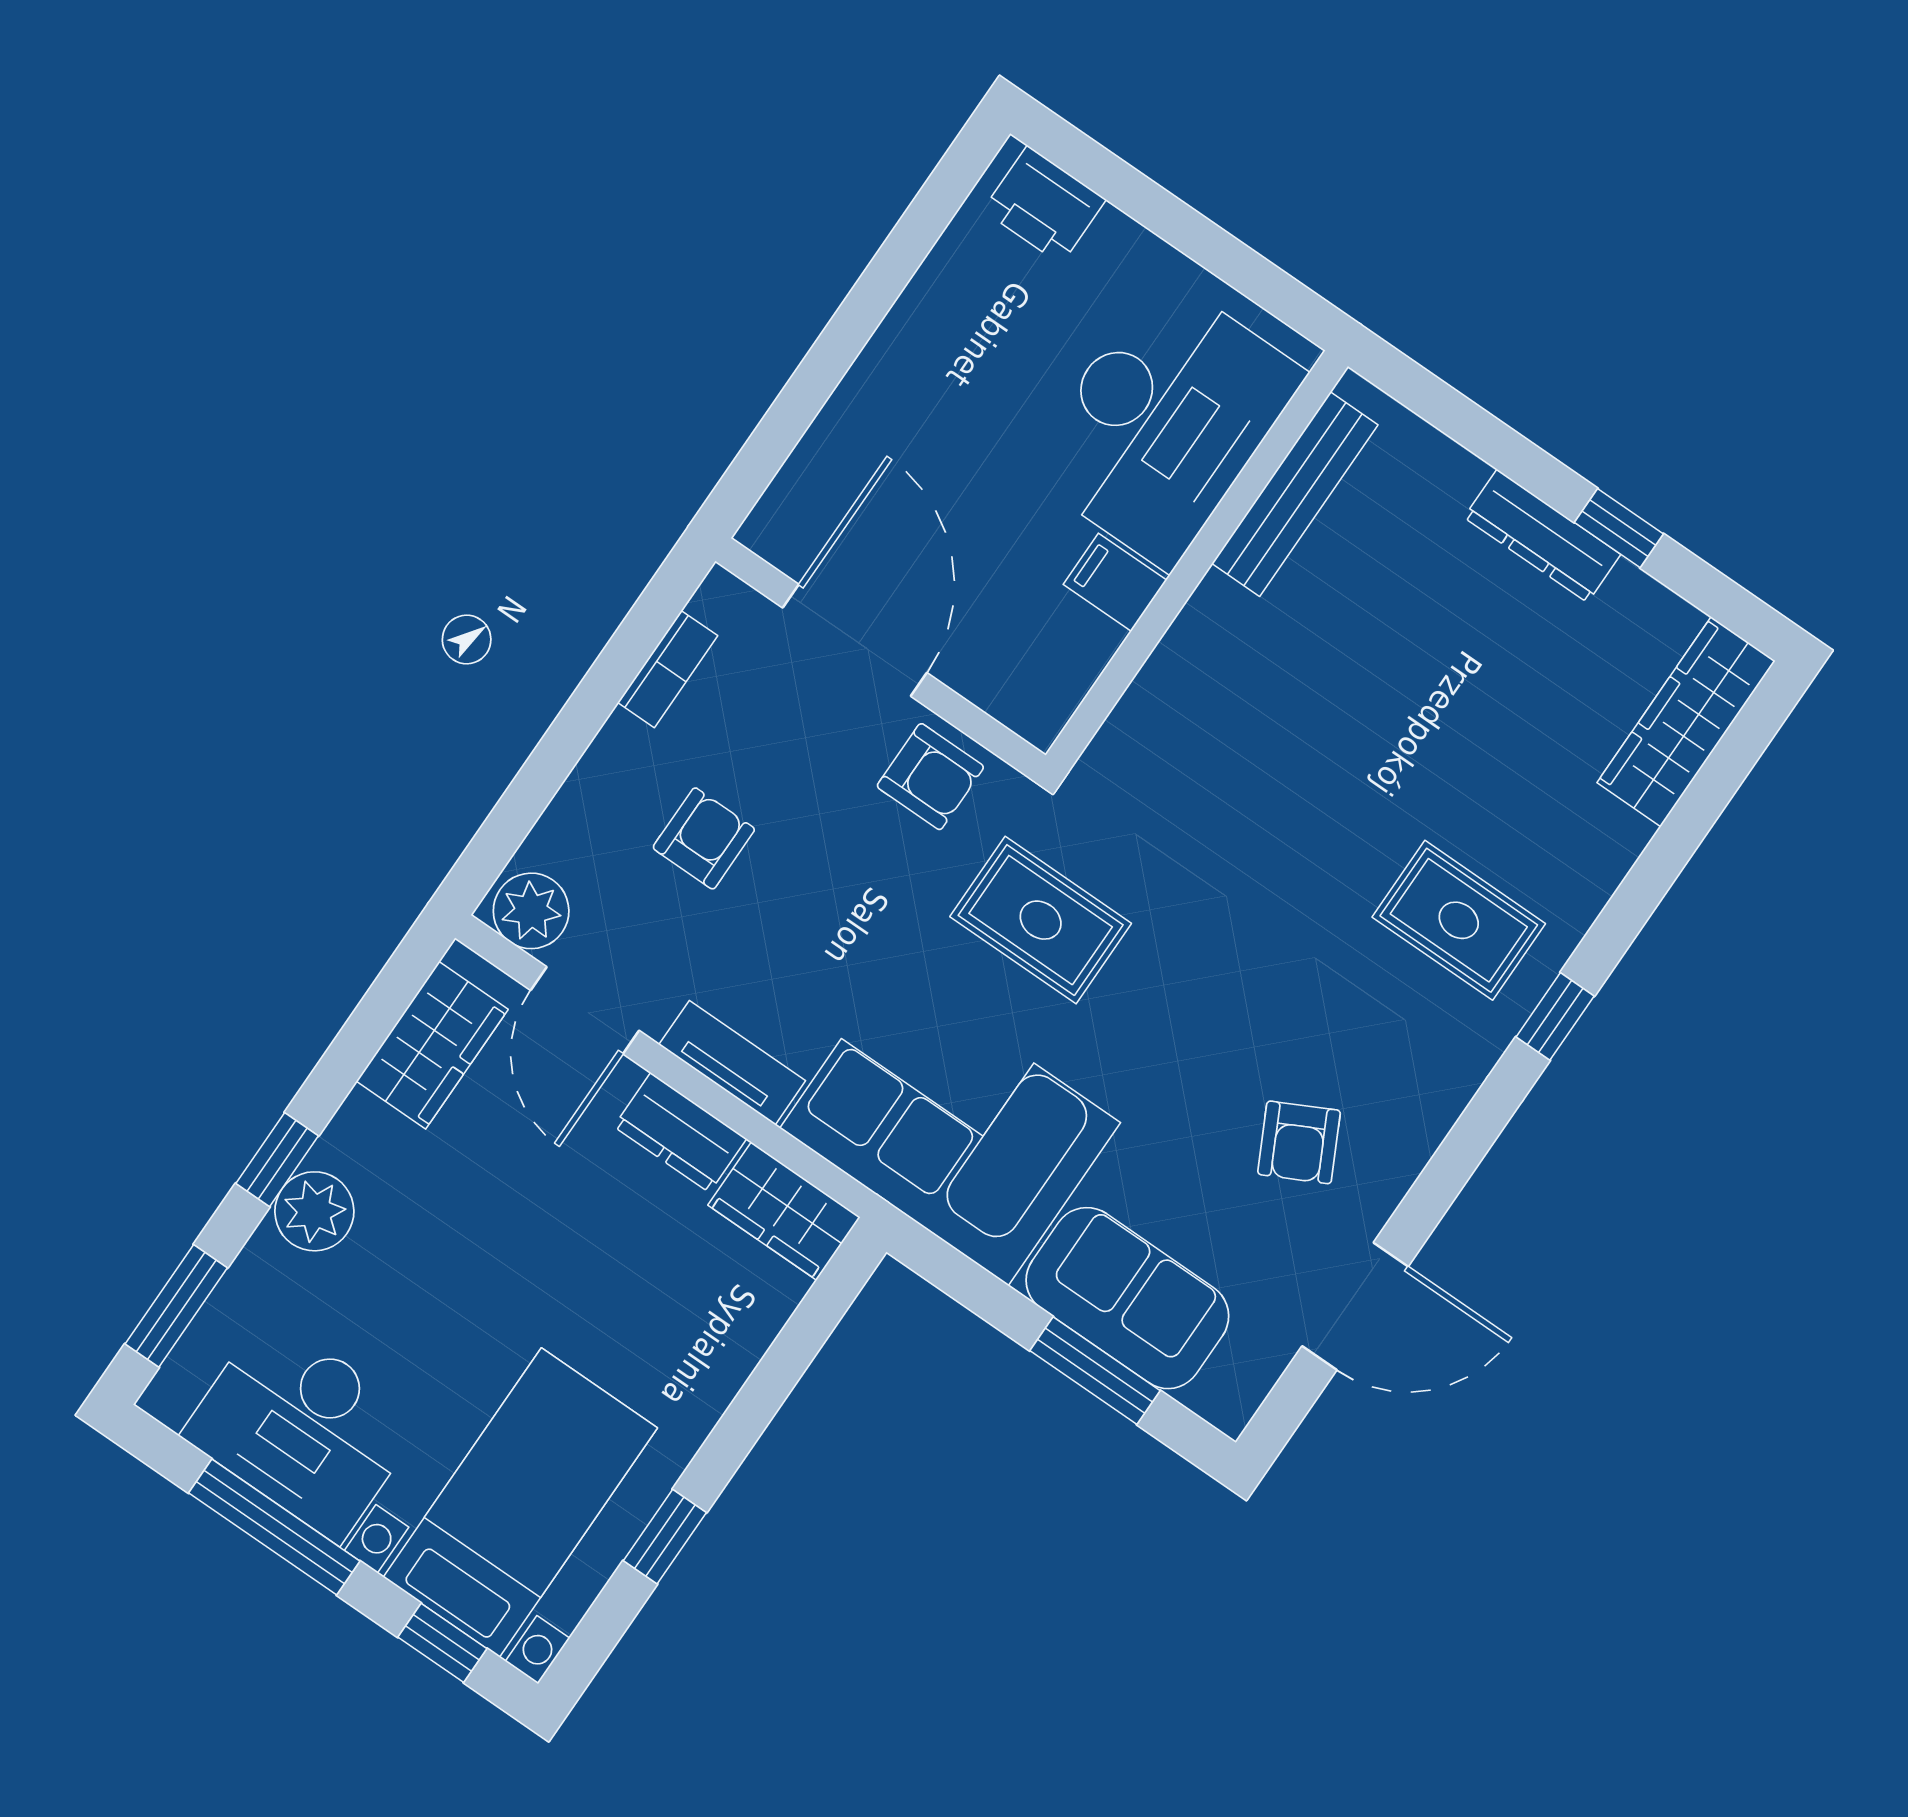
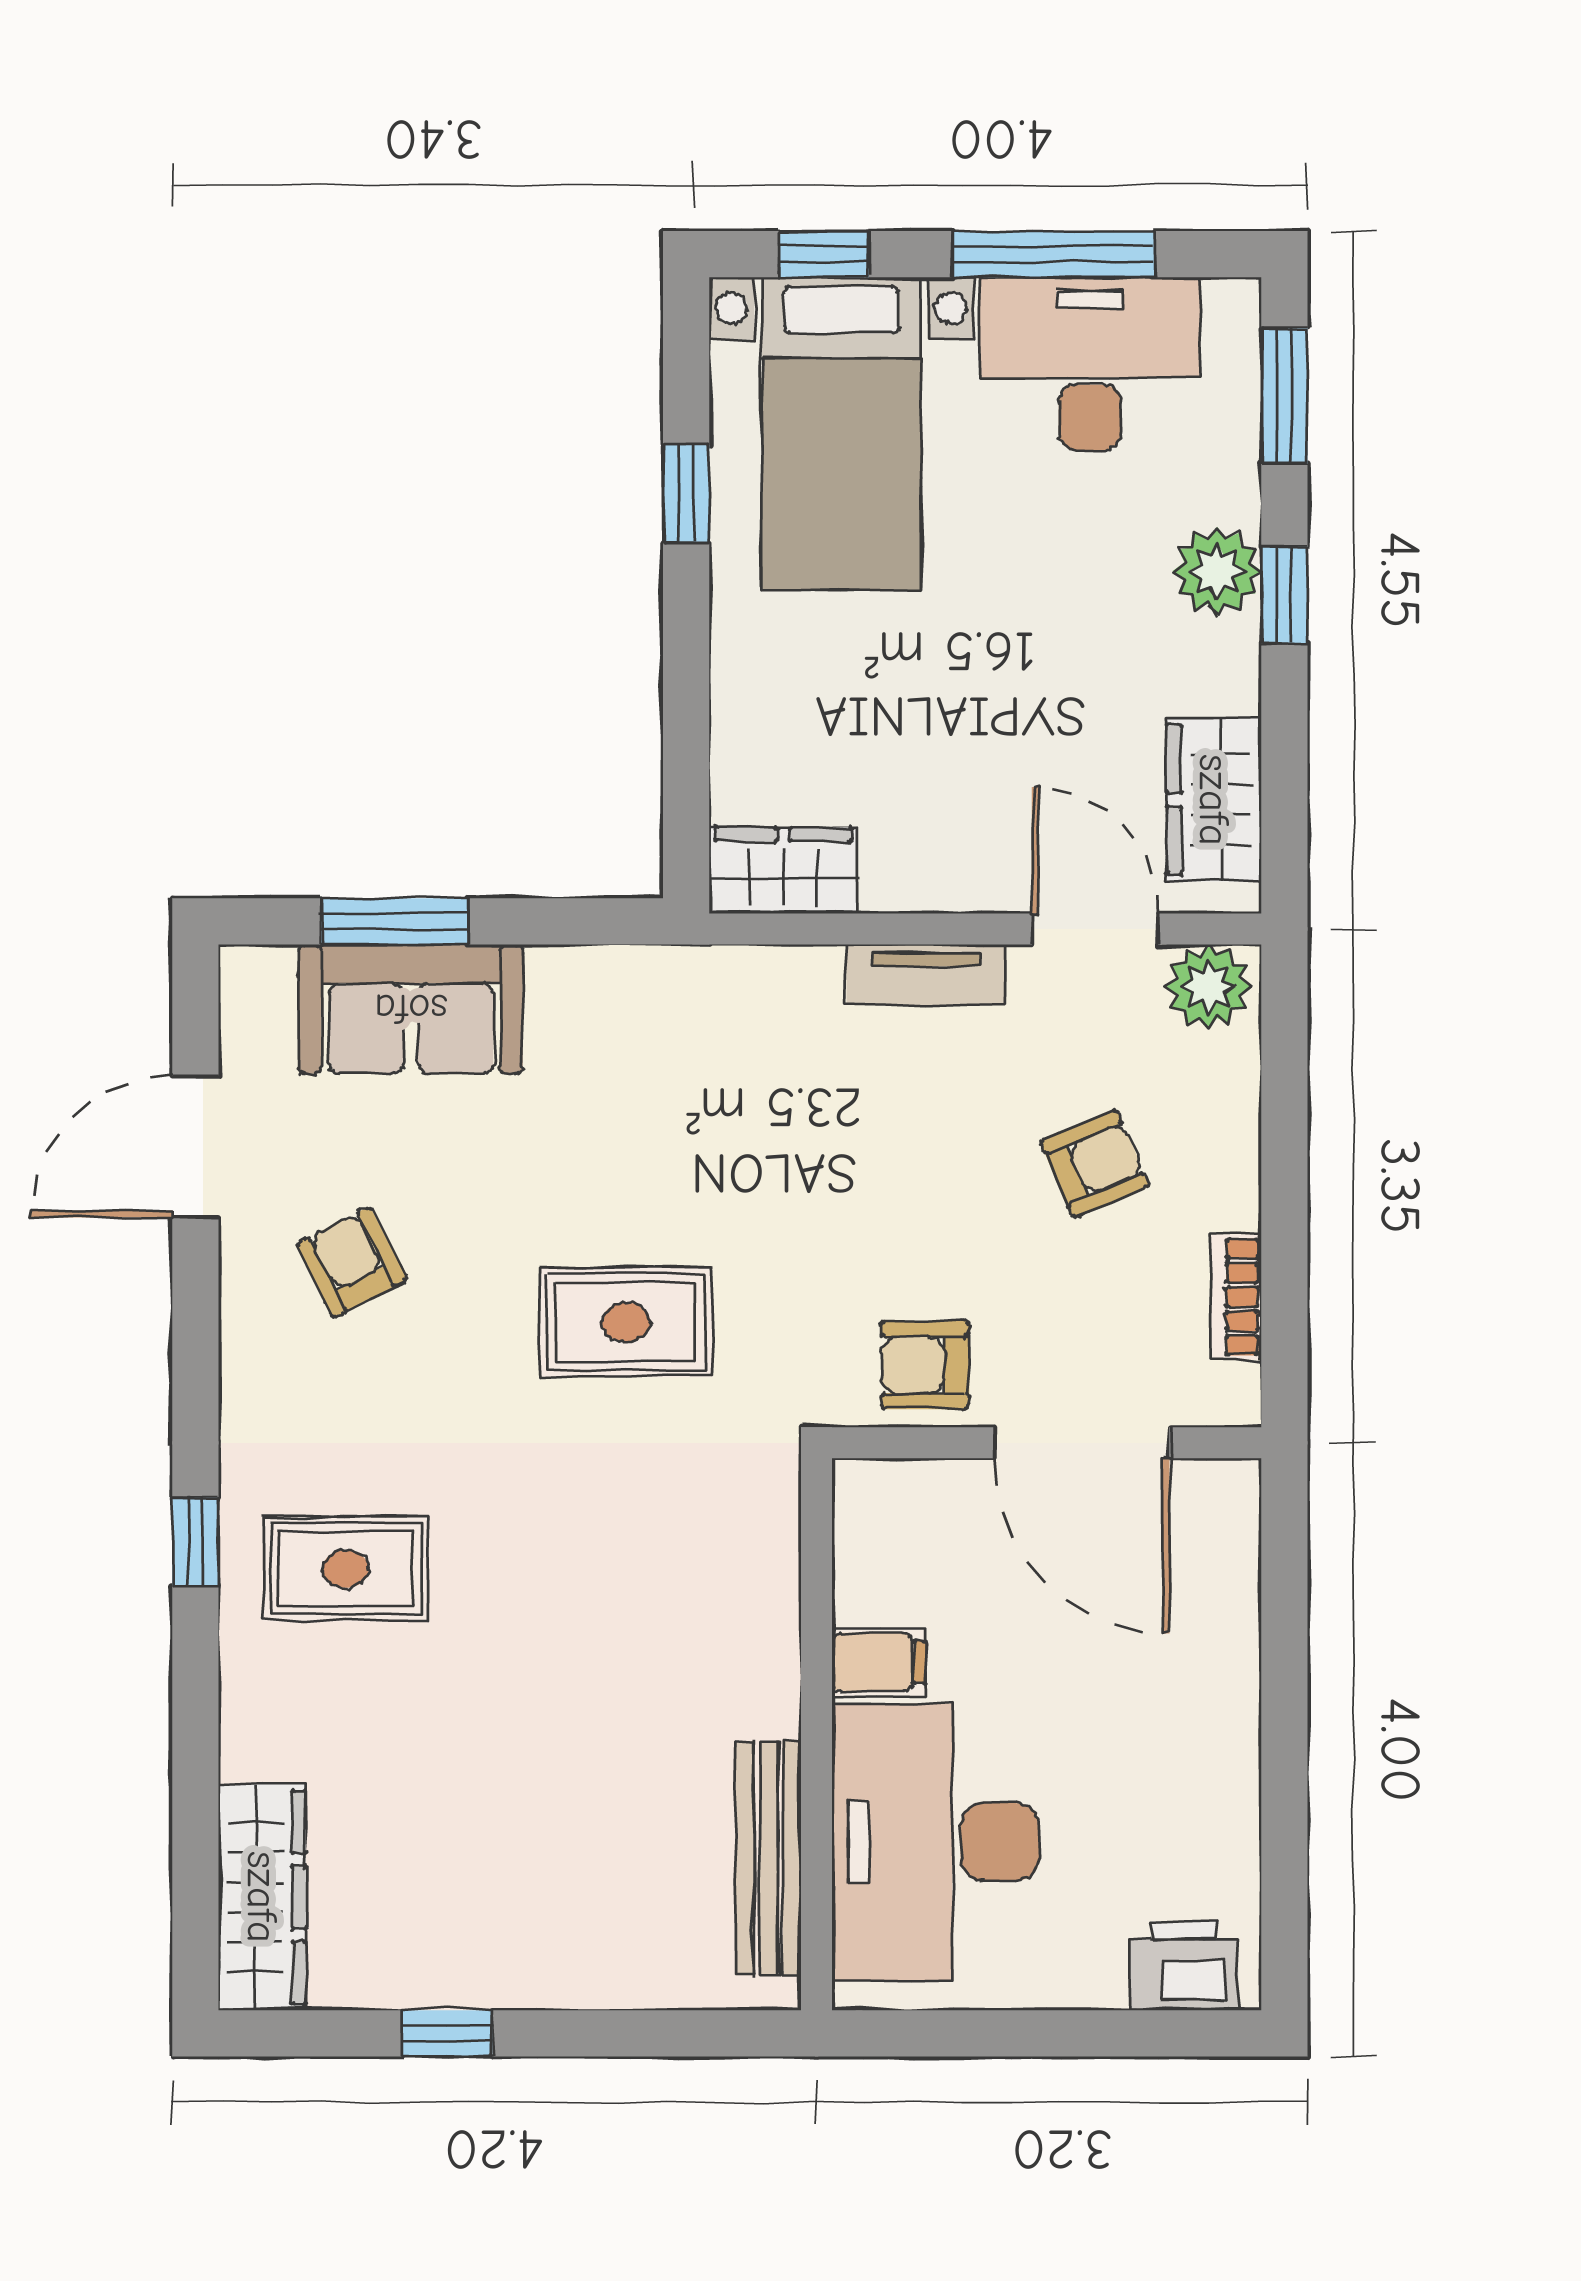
dresser: (1542, 536) -> (513, 1977), removed
armchair: (704, 838) -> (1095, 1164), turned -113
rug: (1041, 920) -> (626, 1322), moved
corner sofa: (950, 1125) -> (685, 1056), removed
dresser: (680, 1133) -> (929, 877), removed

